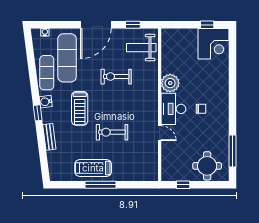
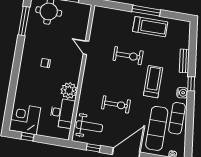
desk: (173, 109) -> (62, 113), moved

